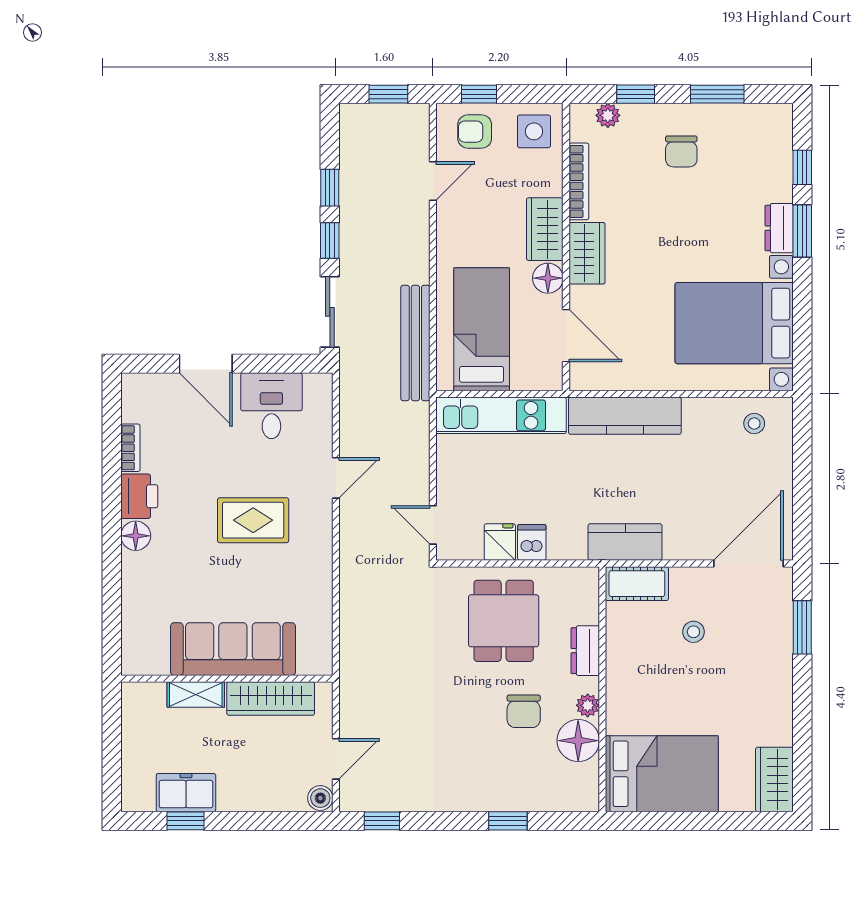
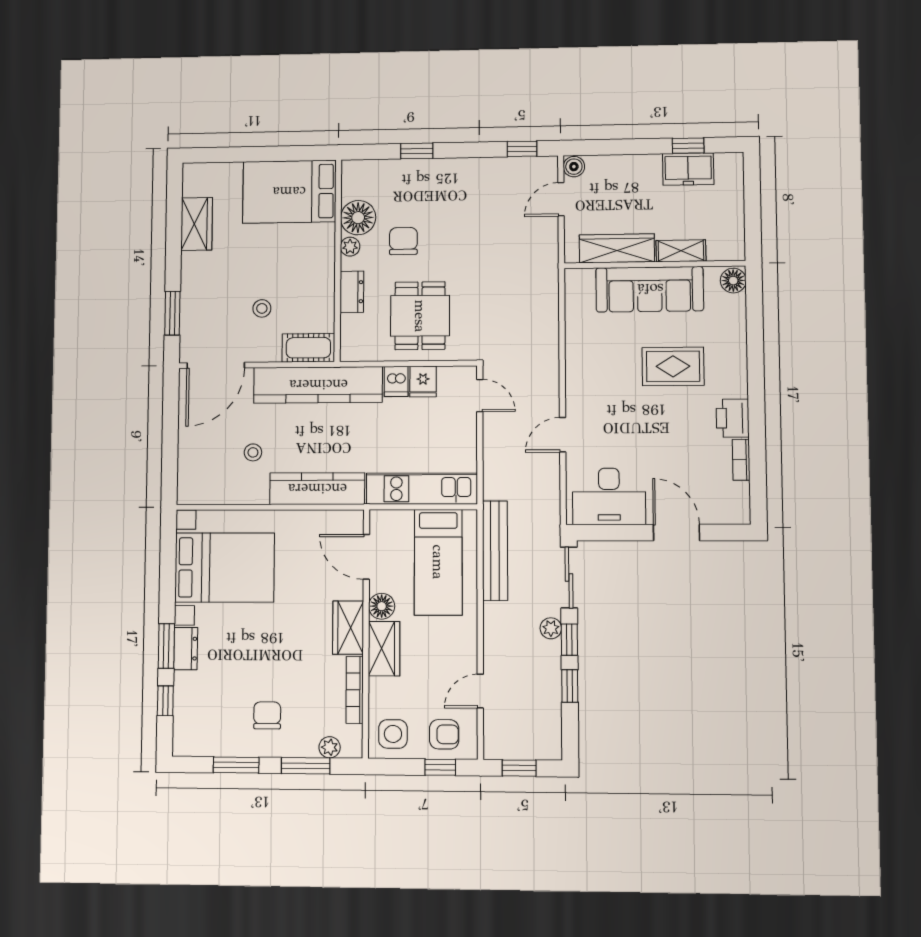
window: (636, 94) -> (306, 766), width x1.50
plant: (351, 253) -> (551, 628), added
desk: (271, 406) -> (609, 496), width x1.37
stool: (754, 424) -> (253, 452), moved
rug: (253, 520) -> (673, 366), moved
floor lamp: (136, 536) -> (733, 281), moved
kitchen counter: (625, 542) -> (318, 385), width x2.08, depth x1.17
wardrobe: (774, 779) -> (197, 224), moved

